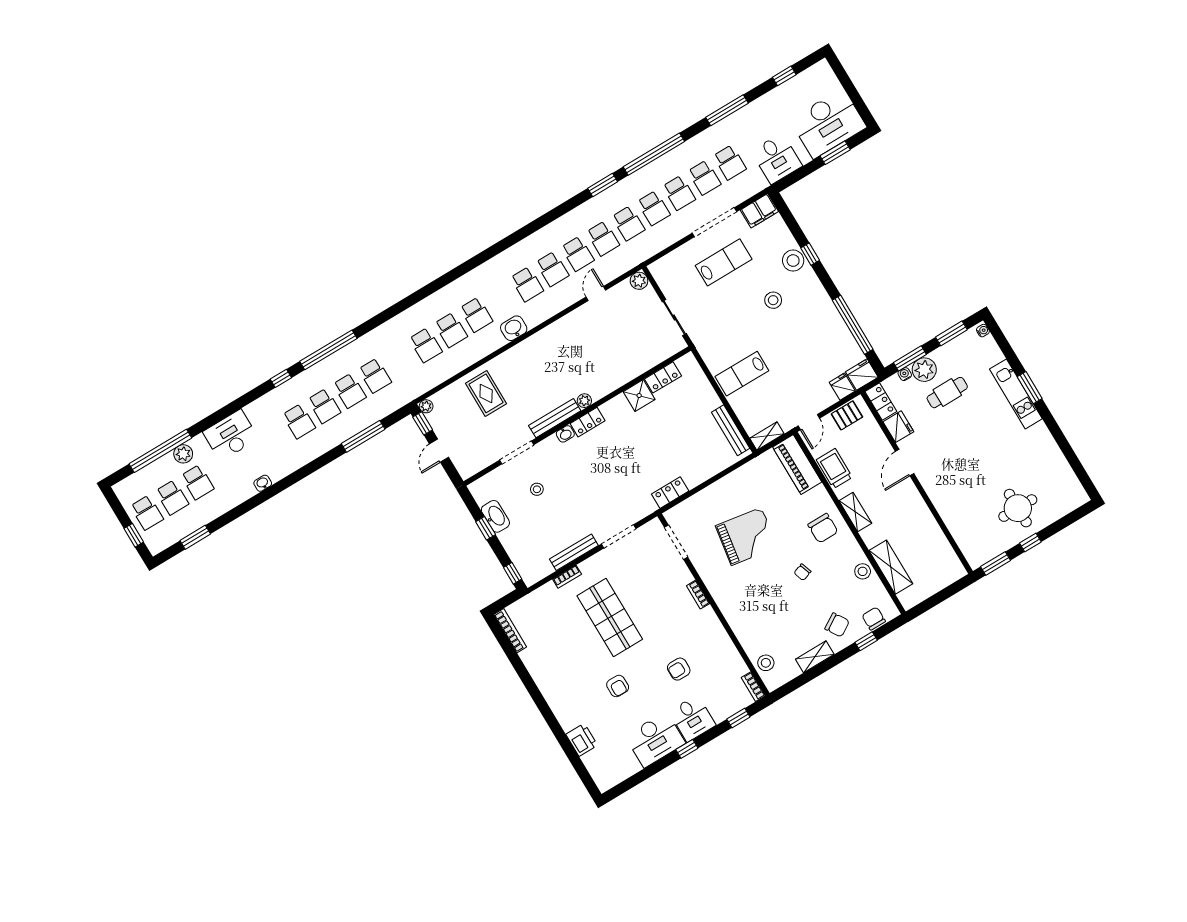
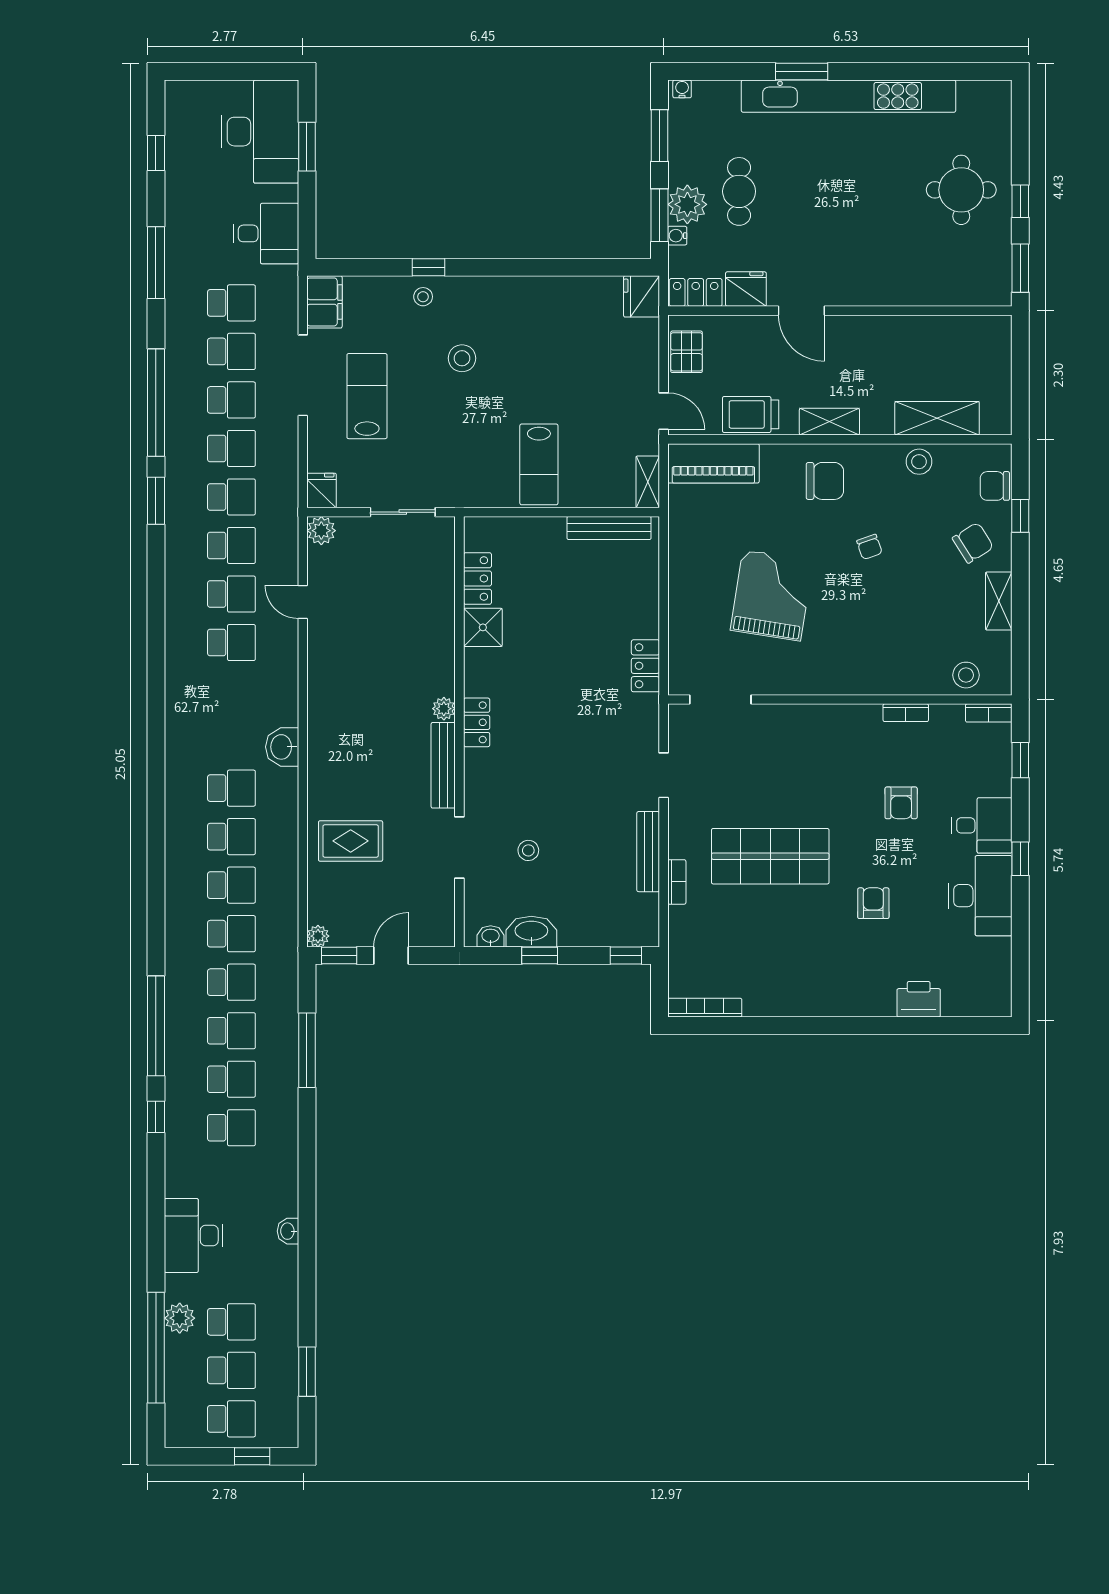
stool: (793, 261) -> (423, 297), width x0.53, depth x0.53
school desk: (527, 284) -> (231, 934), moved
window: (853, 325) -> (564, 267), removed
fridge: (842, 387) -> (322, 490), moved, turned 90
kitchen unit: (1016, 394) -> (848, 96), width x1.86
washbasin: (565, 434) -> (491, 936), moved, turned -90
door: (439, 451) -> (391, 955), swing flipped
doorway: (619, 536) -> (664, 775), width x0.73
bookcase: (698, 595) -> (906, 713), moved
armchair: (618, 686) -> (873, 903), turned -90

